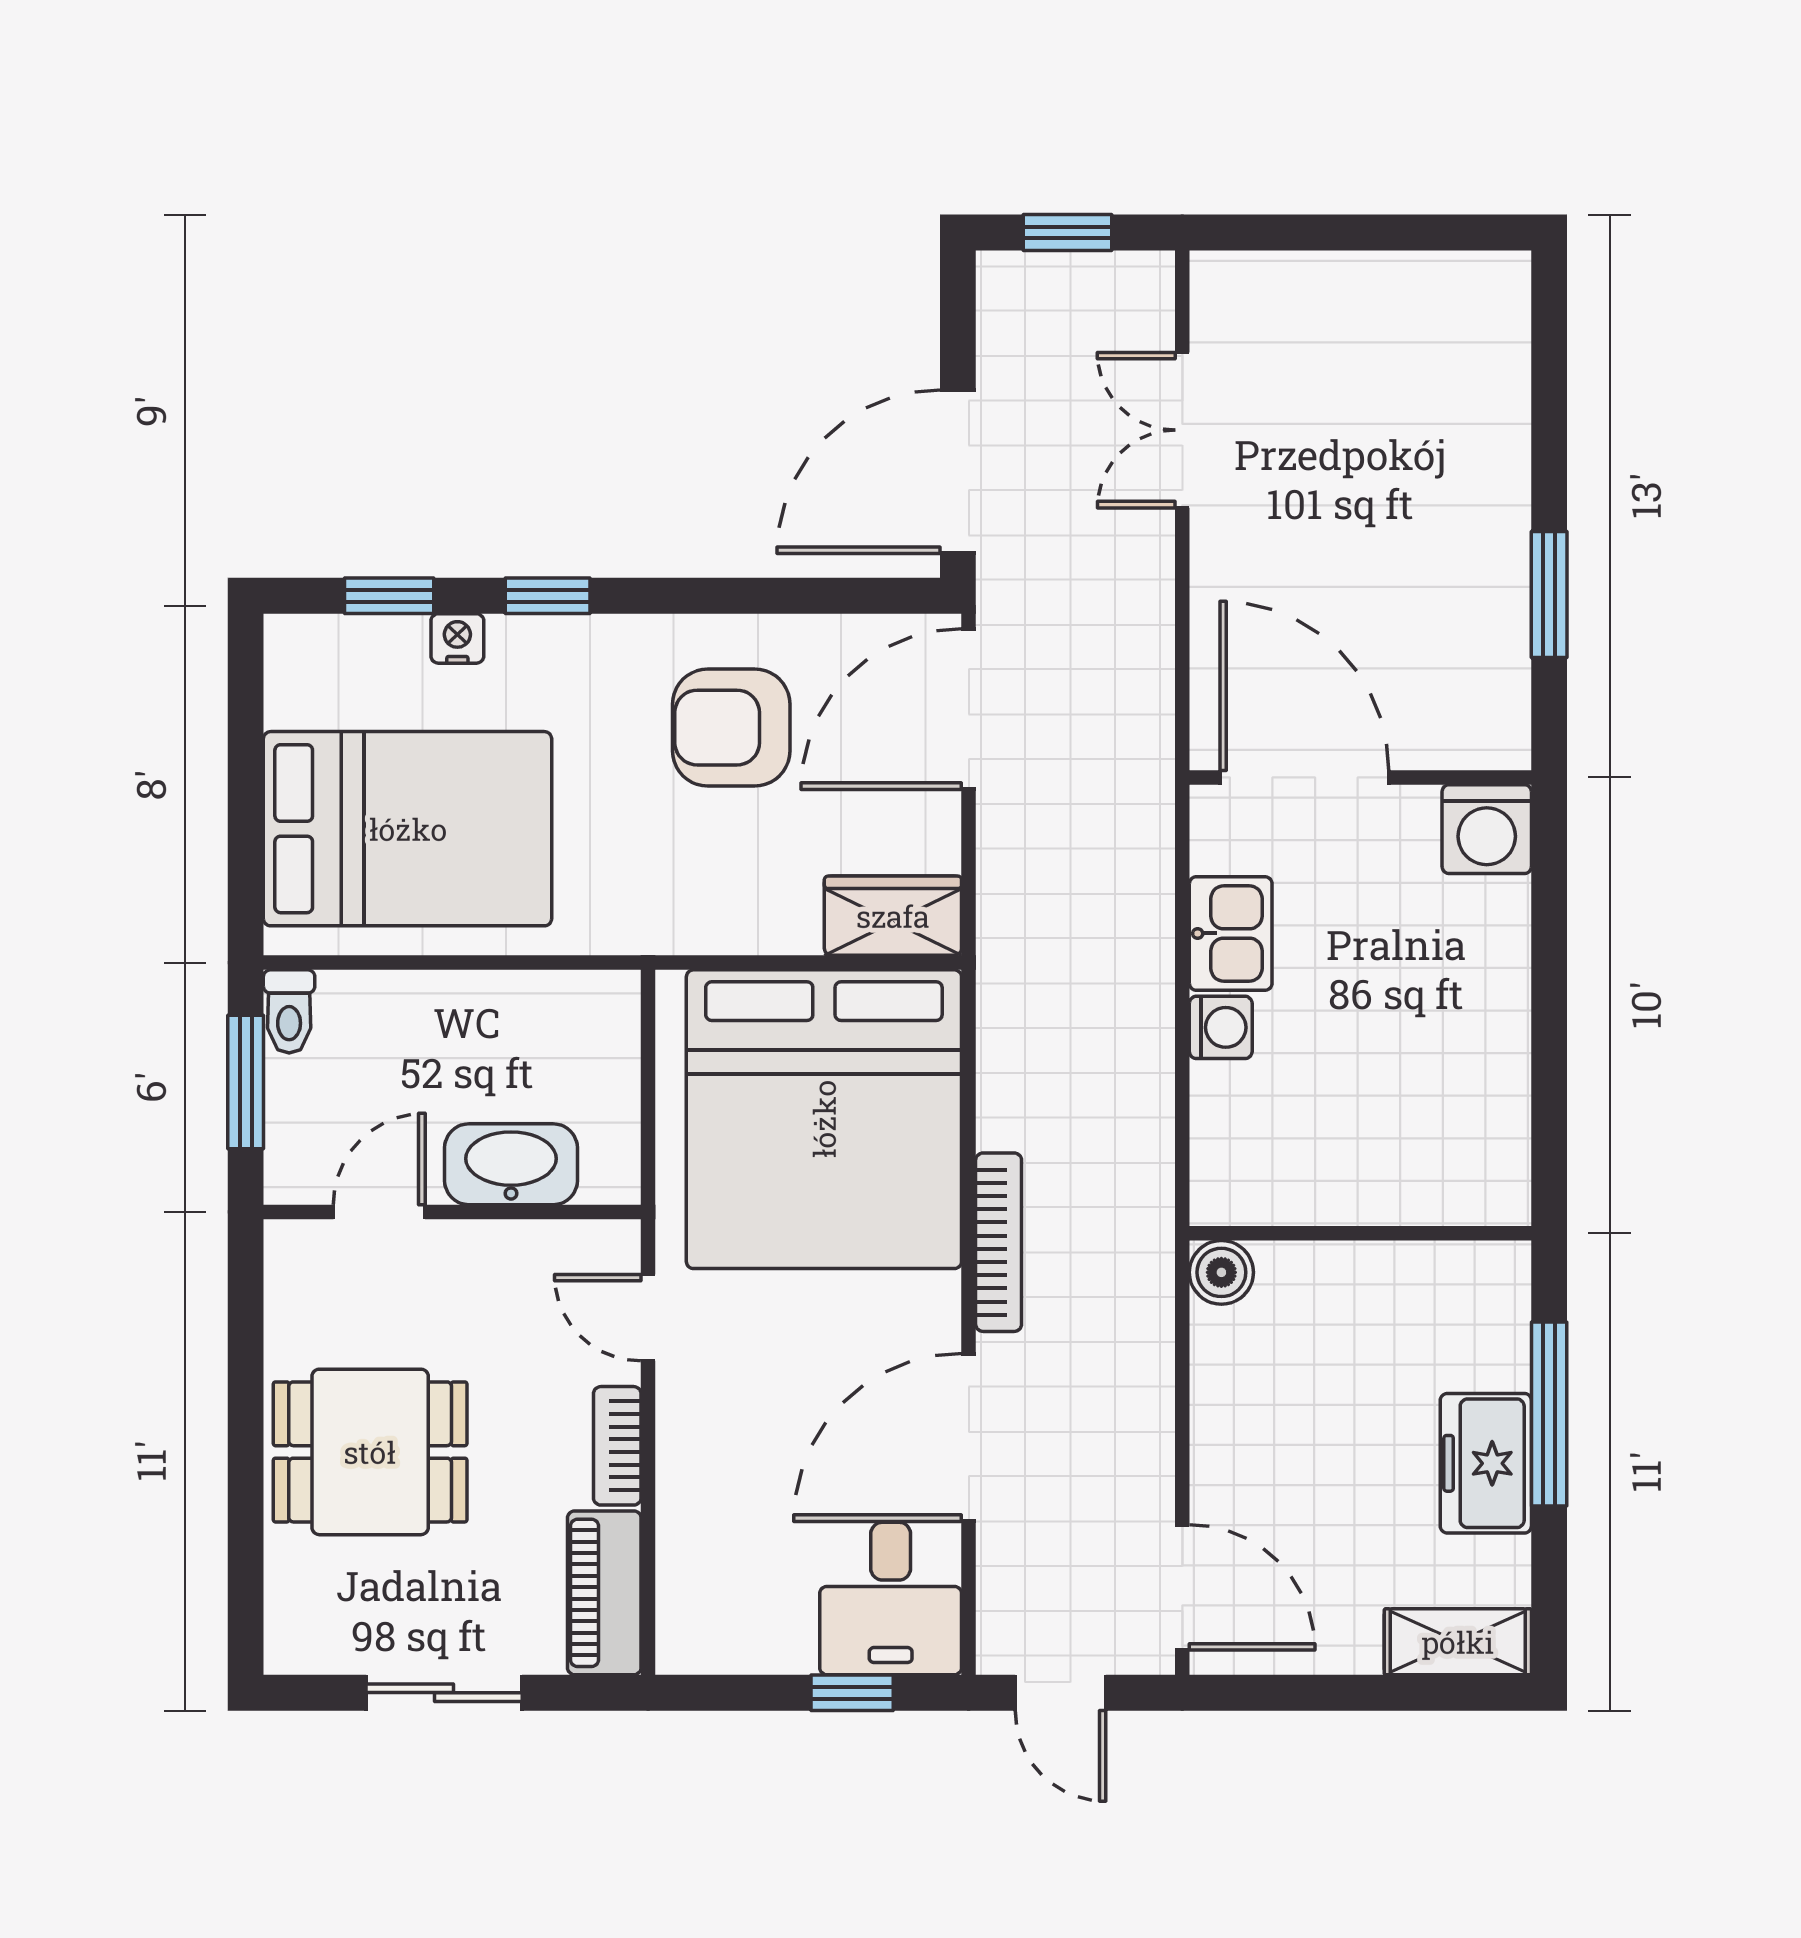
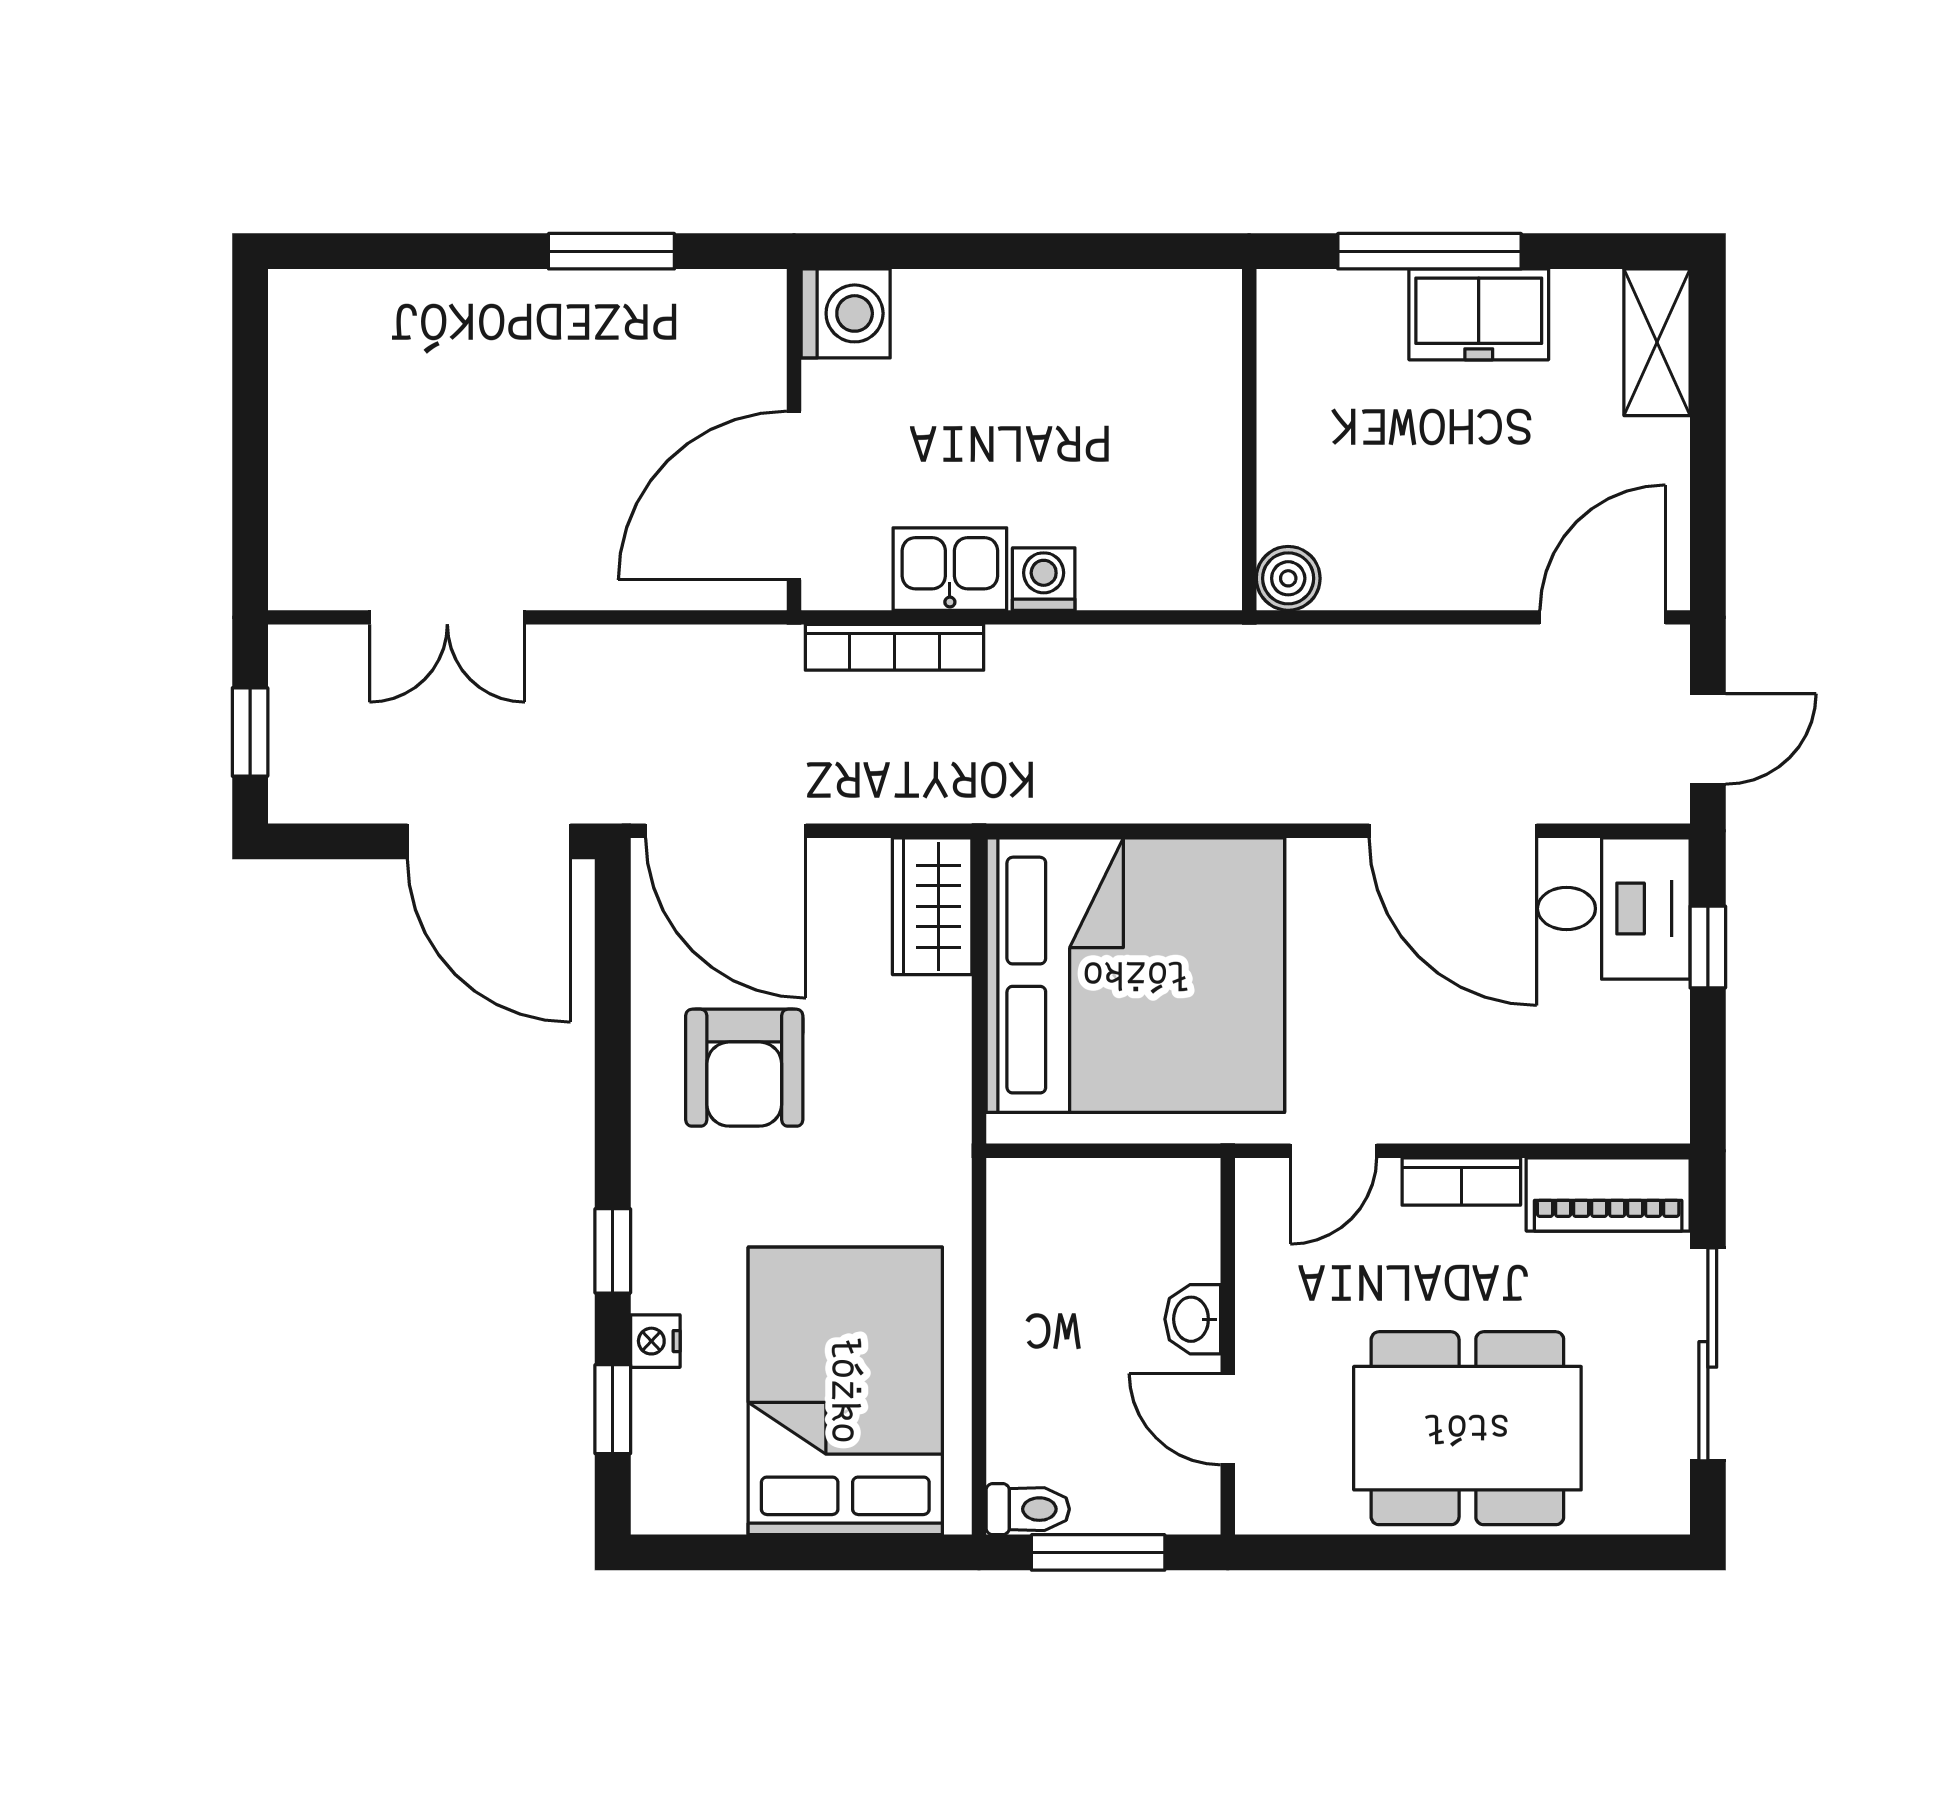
washbasin: (511, 1164) -> (1193, 1319), width x0.52, depth x0.69
bookcase: (999, 1242) -> (895, 647), moved, turned 180
dining table: (370, 1452) -> (1467, 1428), width x1.38
sliding door: (444, 1693) -> (1708, 1354), width x1.37

